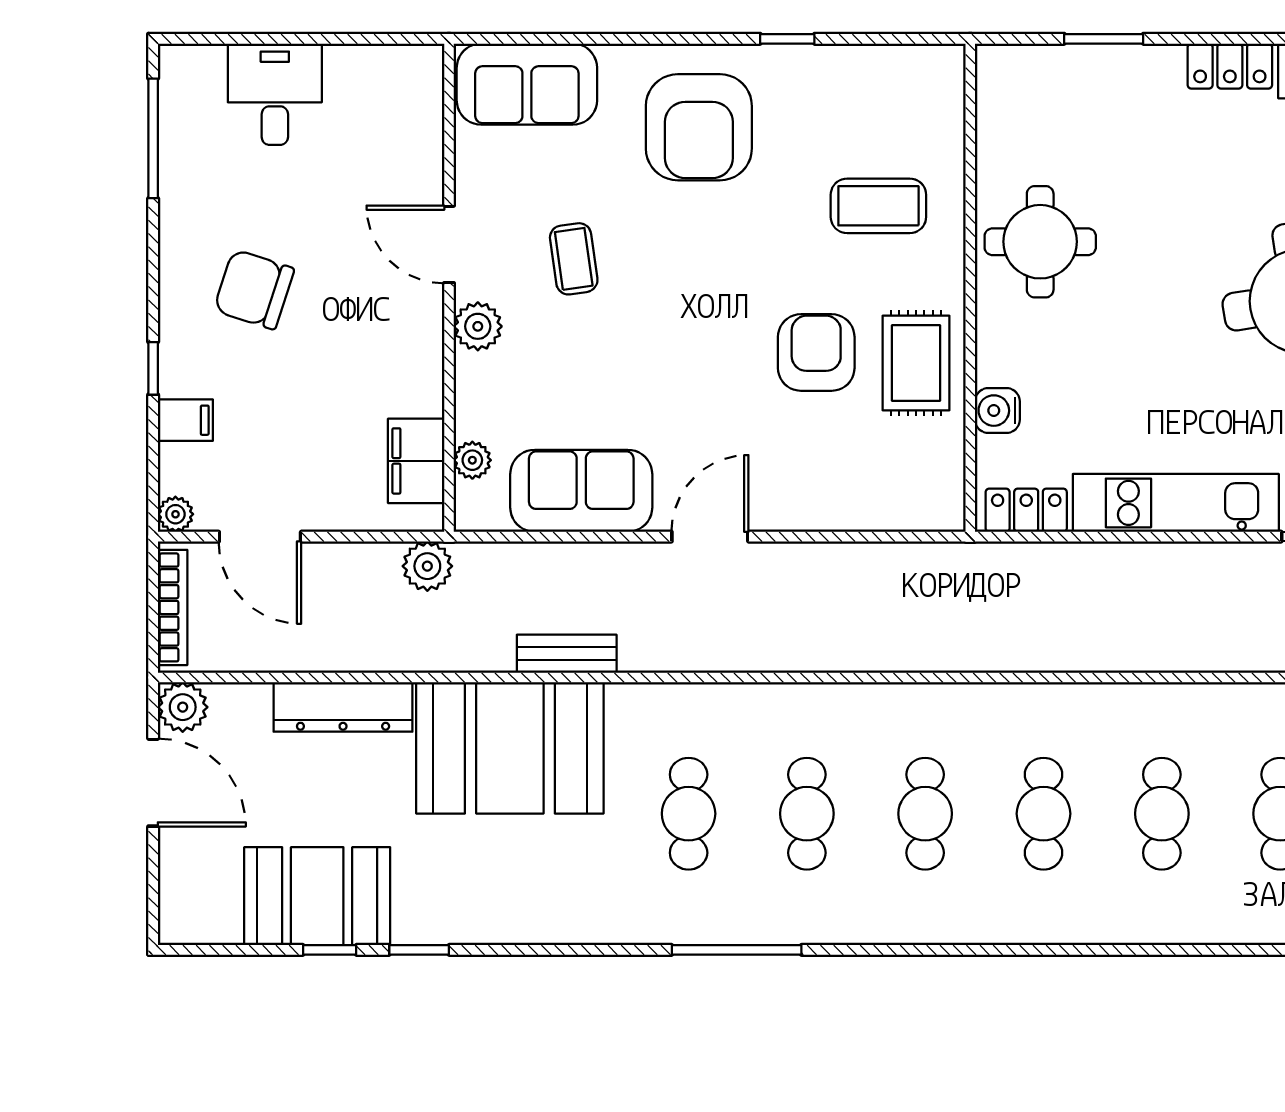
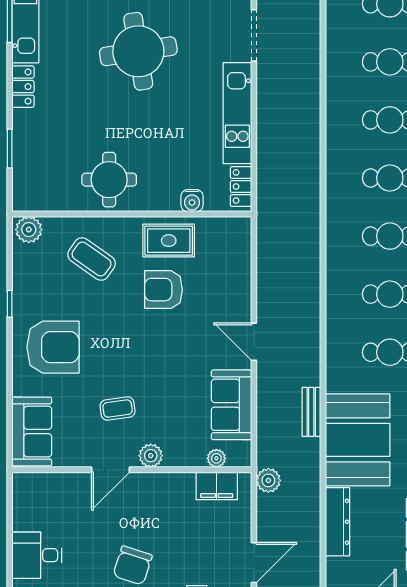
plant: (938, 78) -> (29, 230), added
coffee table: (878, 206) -> (92, 259), turned -55

